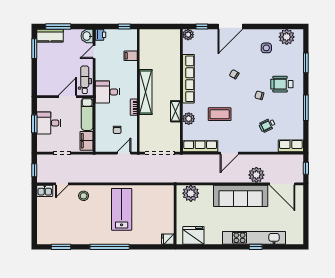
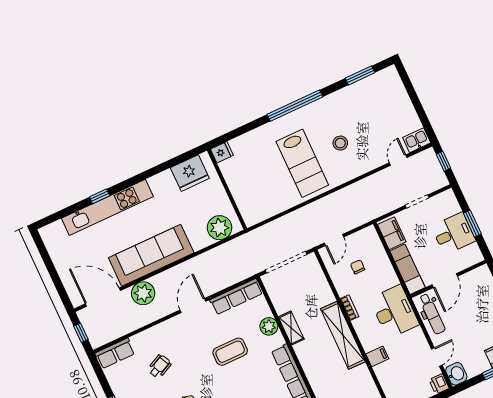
filing cabinet: (131, 56) -> (377, 356), moved
desk: (107, 92) -> (394, 312), width x1.37
stool: (84, 196) -> (340, 143), moved

